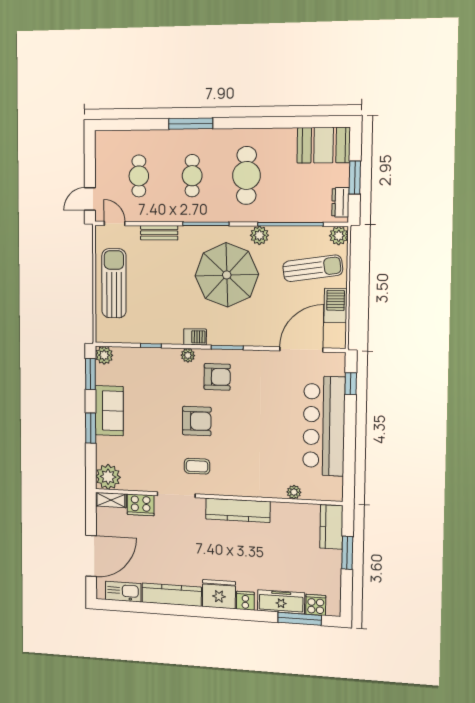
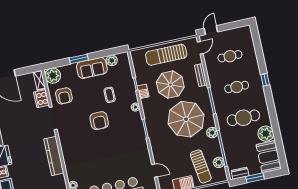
window: (191, 124) -> (265, 80), width x0.46
plant: (282, 142) -> (266, 134), added
door: (90, 199) -> (211, 30), hinge flipped
plant: (339, 236) -> (219, 162), moved
sun lounger: (114, 283) -> (166, 55), turned 180
parasol: (164, 288) -> (170, 85), added
barbecue: (195, 337) -> (143, 91), moved
door: (301, 349) -> (155, 171), width x0.53
plant: (104, 355) -> (112, 60), moved
window: (90, 374) -> (110, 52), removed
armchair: (217, 377) -> (64, 96), moved
coffee table: (197, 466) -> (110, 95), moved

